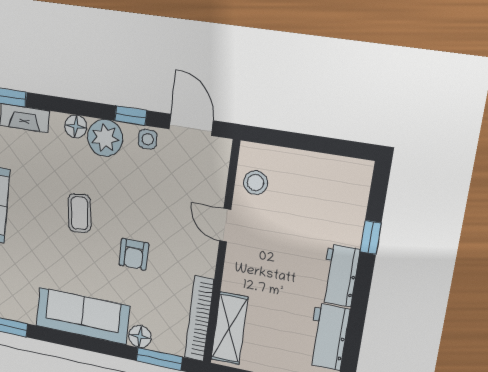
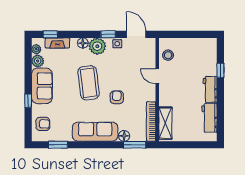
coffee table: (79, 213) -> (89, 83), width x1.86, depth x1.72
armchair: (134, 254) -> (117, 97), turned 180

